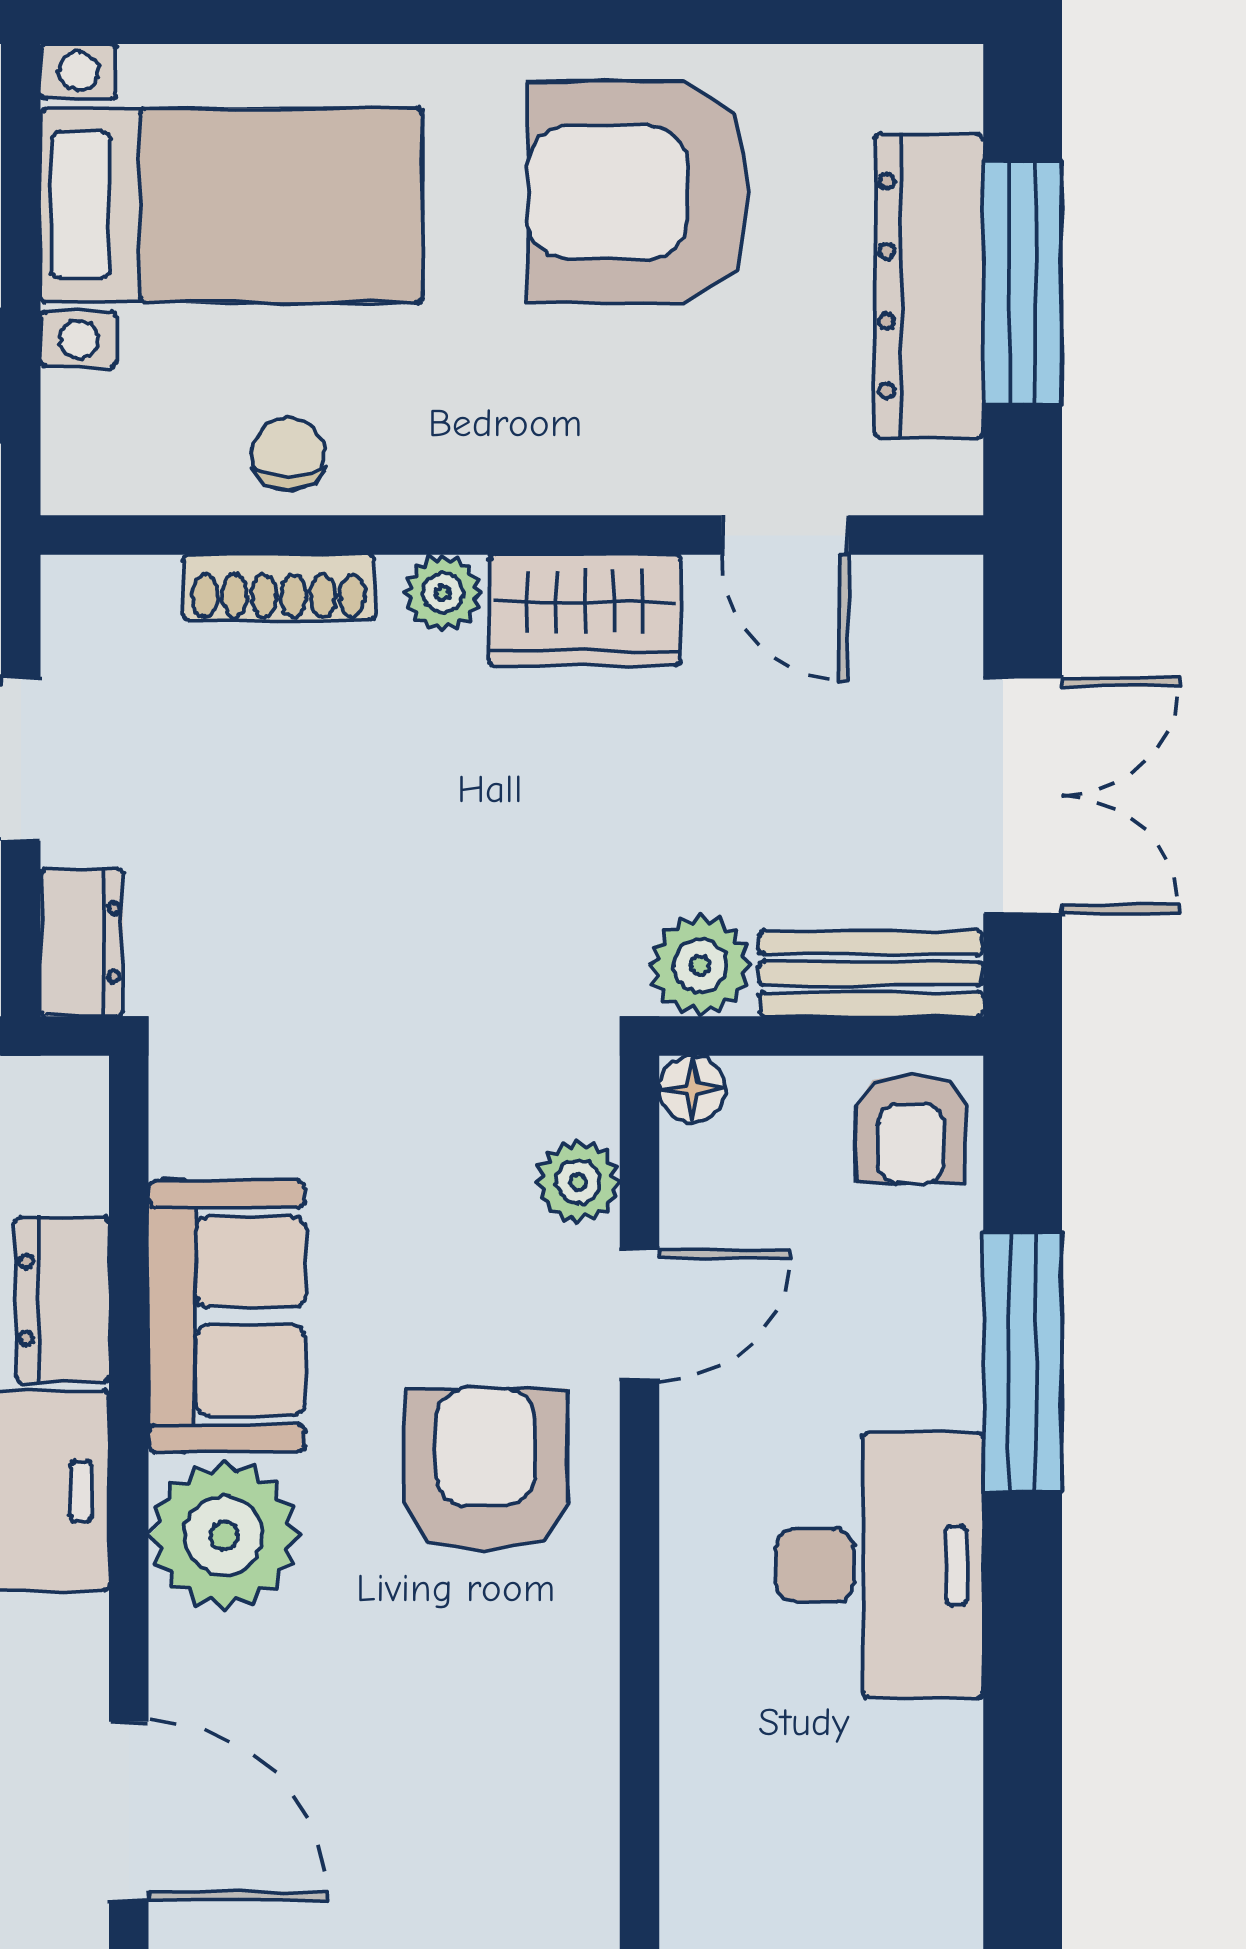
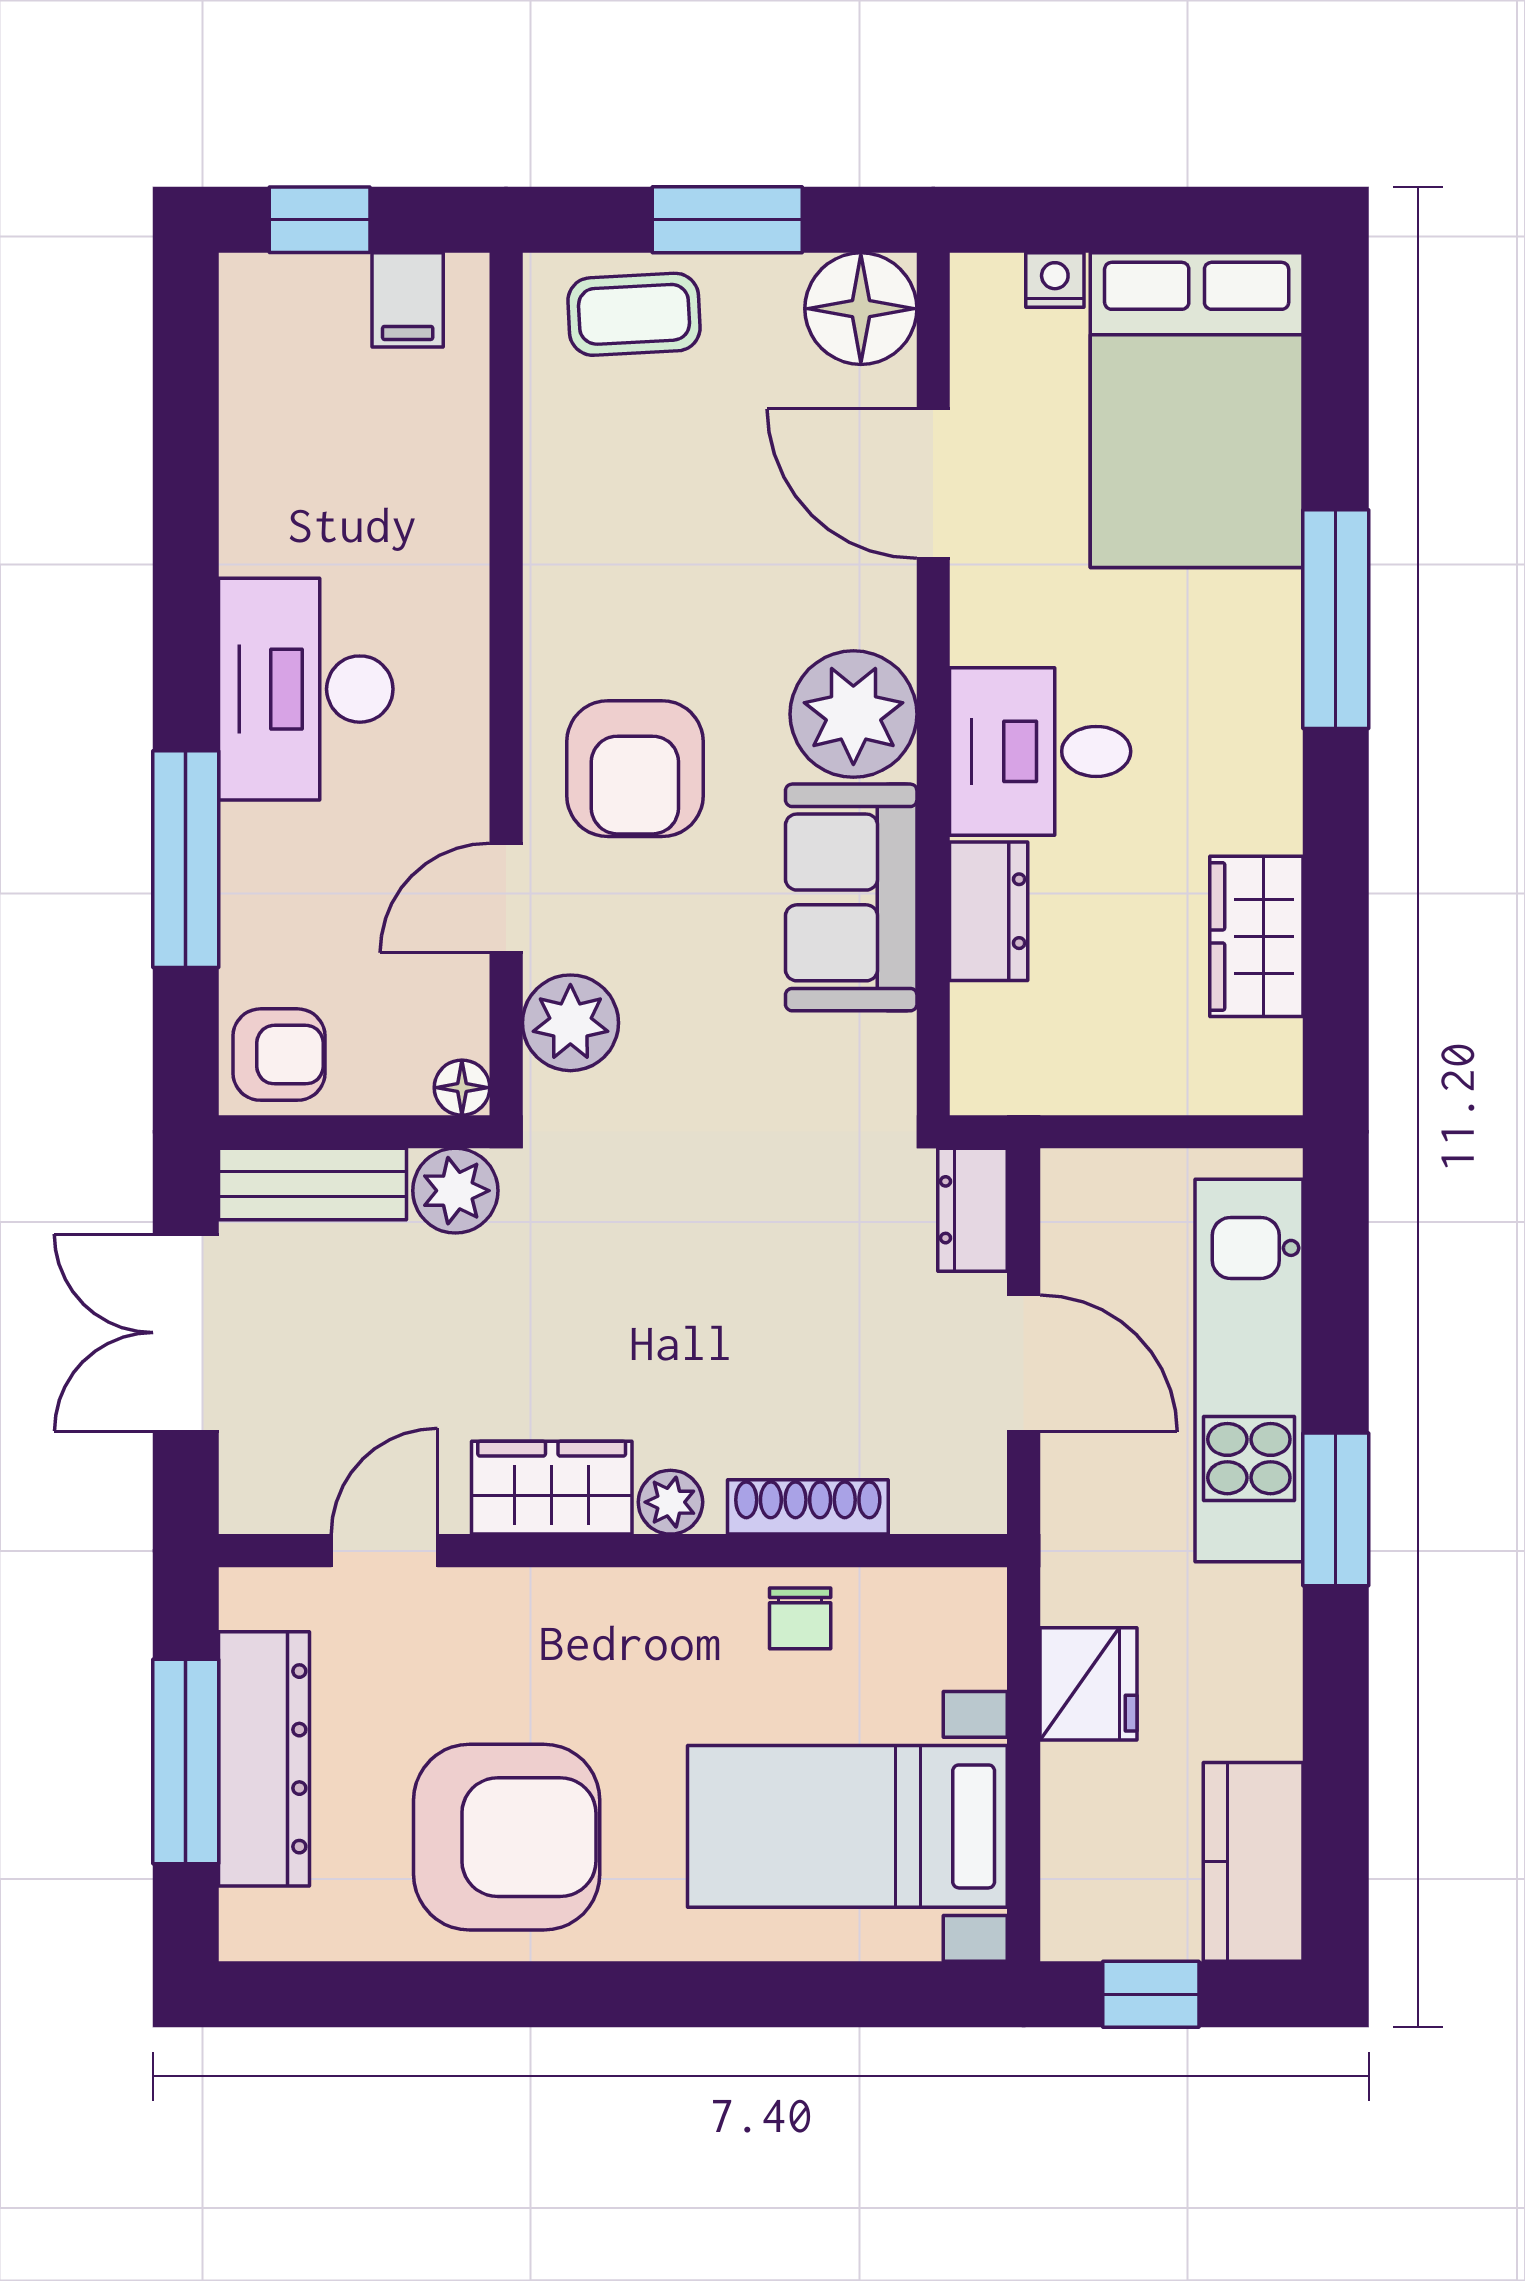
door: (785, 535) -> (384, 1551), hinge flipped
armchair: (911, 1128) -> (279, 1055), turned 90
plant: (578, 1182) -> (570, 1023), width x1.38, depth x1.38

